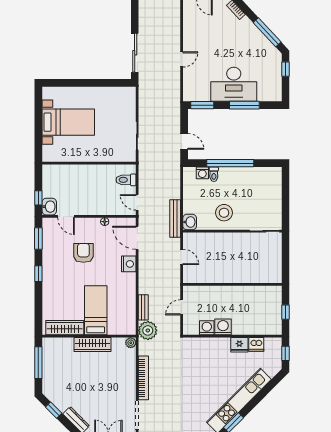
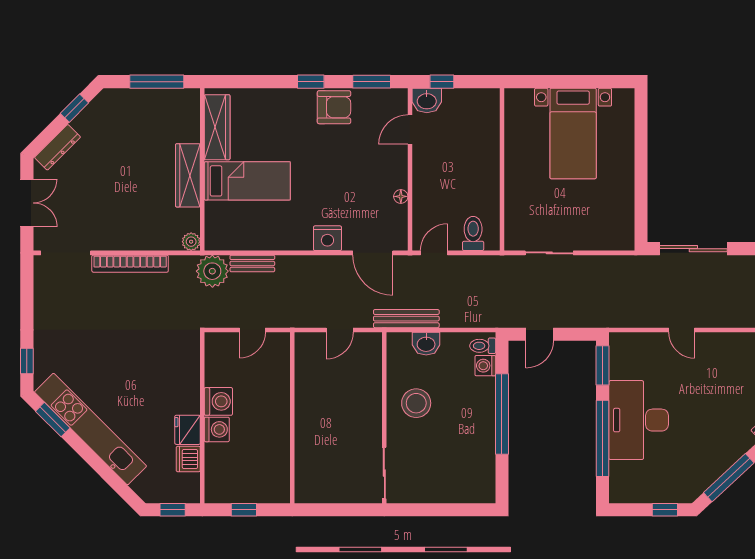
window: (244, 105) -> (603, 438), width x1.46
toilet: (214, 174) -> (483, 346), moved
washbasin: (190, 222) -> (426, 344), moved
door: (137, 238) -> (373, 253), swing flipped
armchair: (83, 253) -> (334, 107), moved
door: (182, 307) -> (252, 330), swing flipped
washing machine: (207, 328) -> (217, 429), moved

